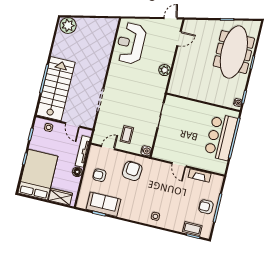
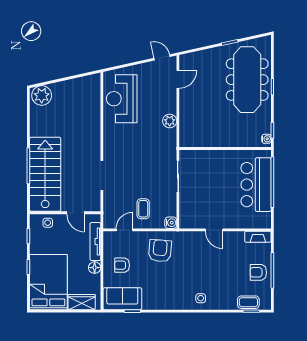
door: (171, 18) -> (162, 57), hinge flipped
fireplace: (200, 175) -> (258, 237), moved
sofa: (103, 204) -> (122, 299), moved

